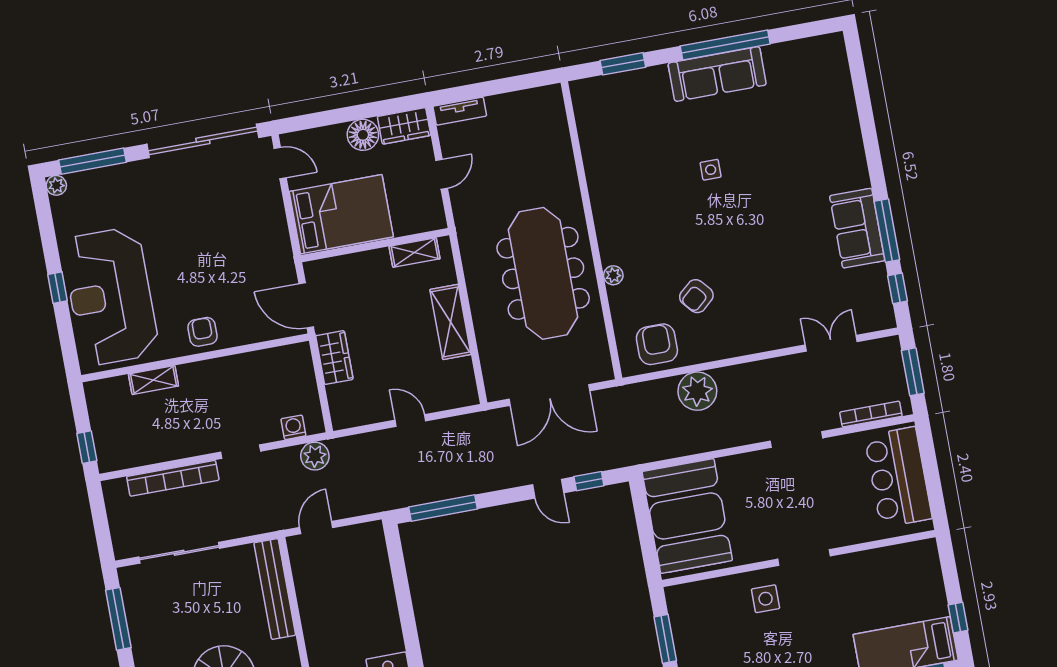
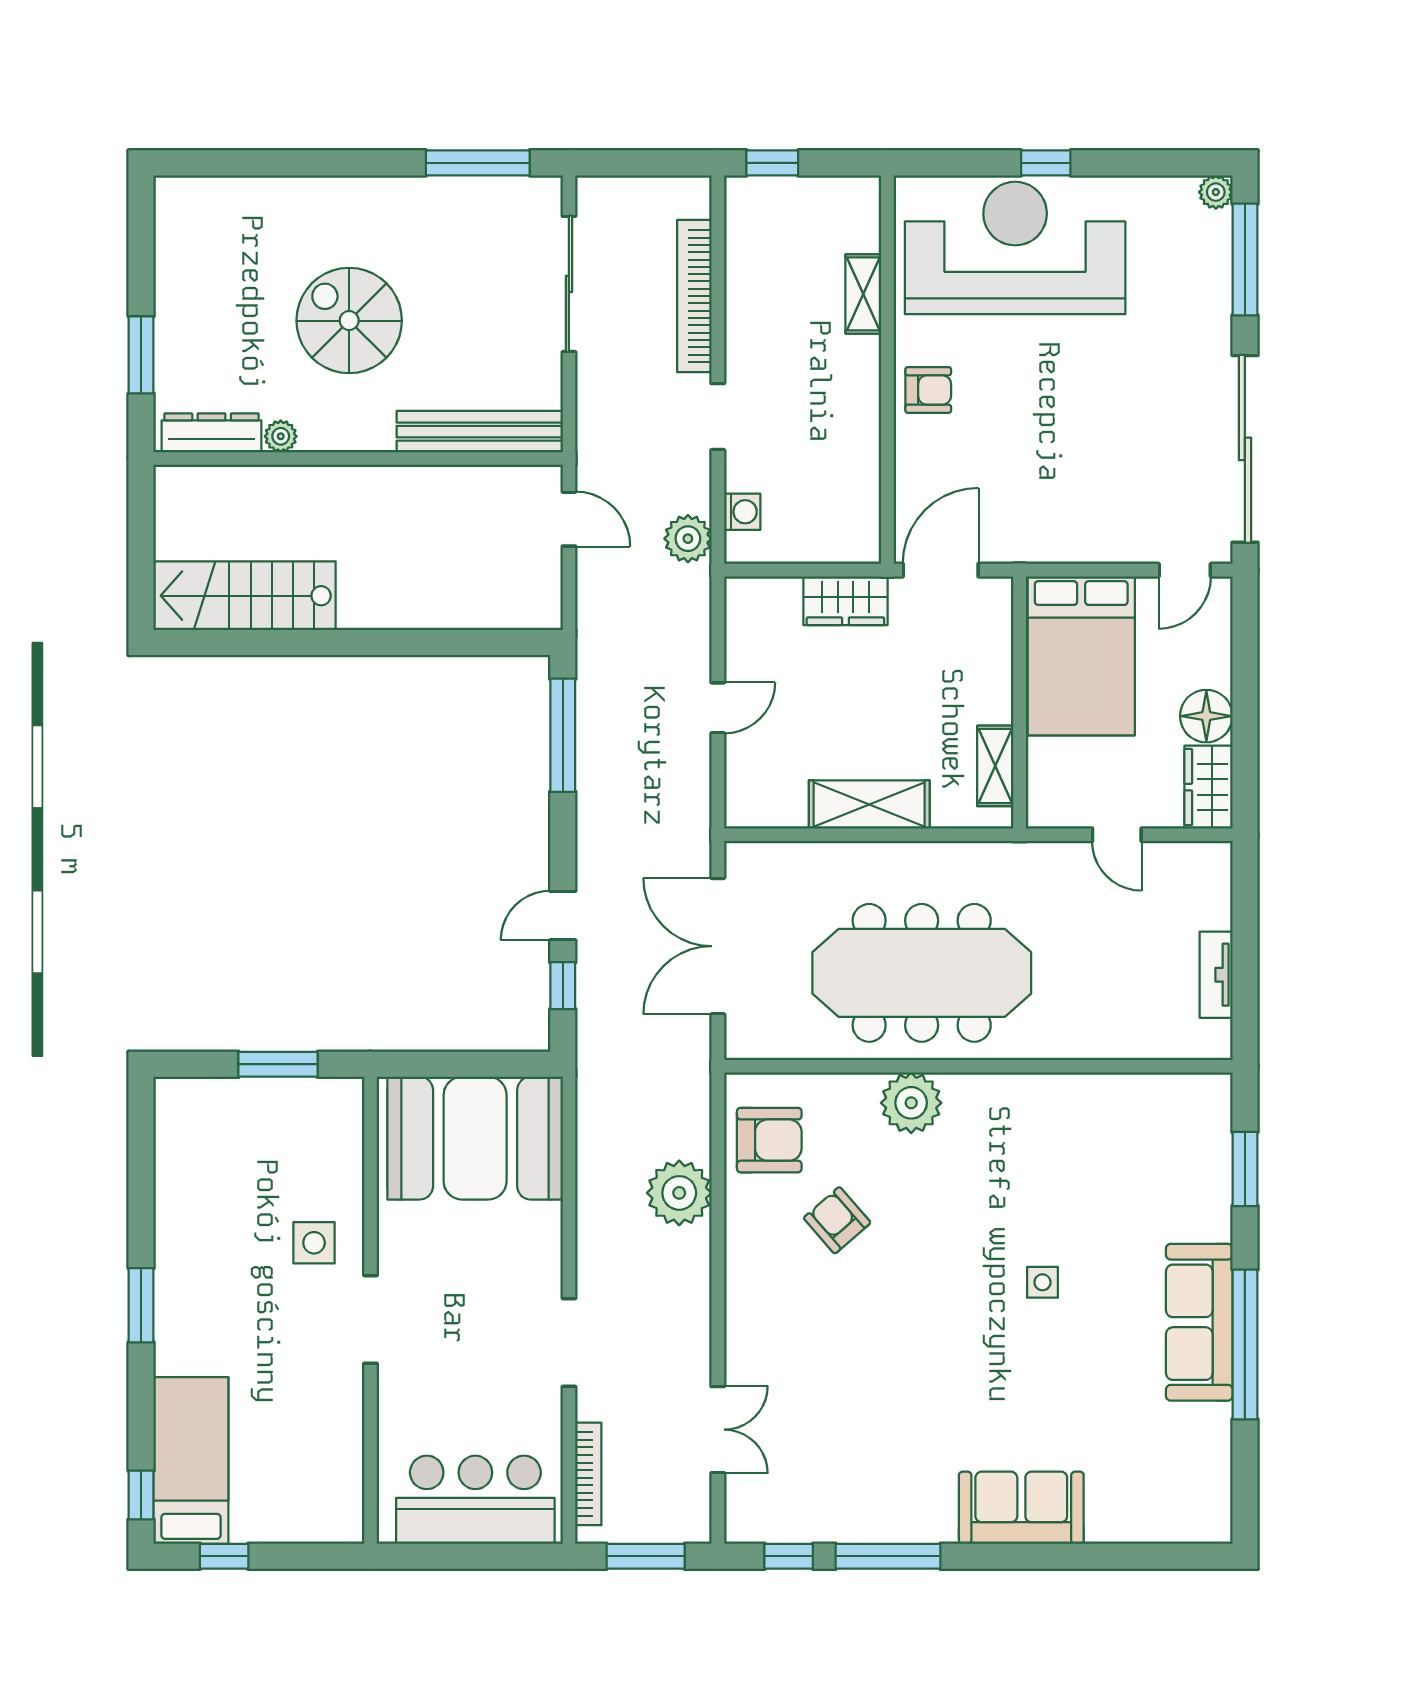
tv unit: (460, 111) -> (1216, 975), moved
sofa: (857, 228) -> (1021, 1508), moved
plant: (613, 275) -> (911, 1103), width x1.88, depth x1.88

